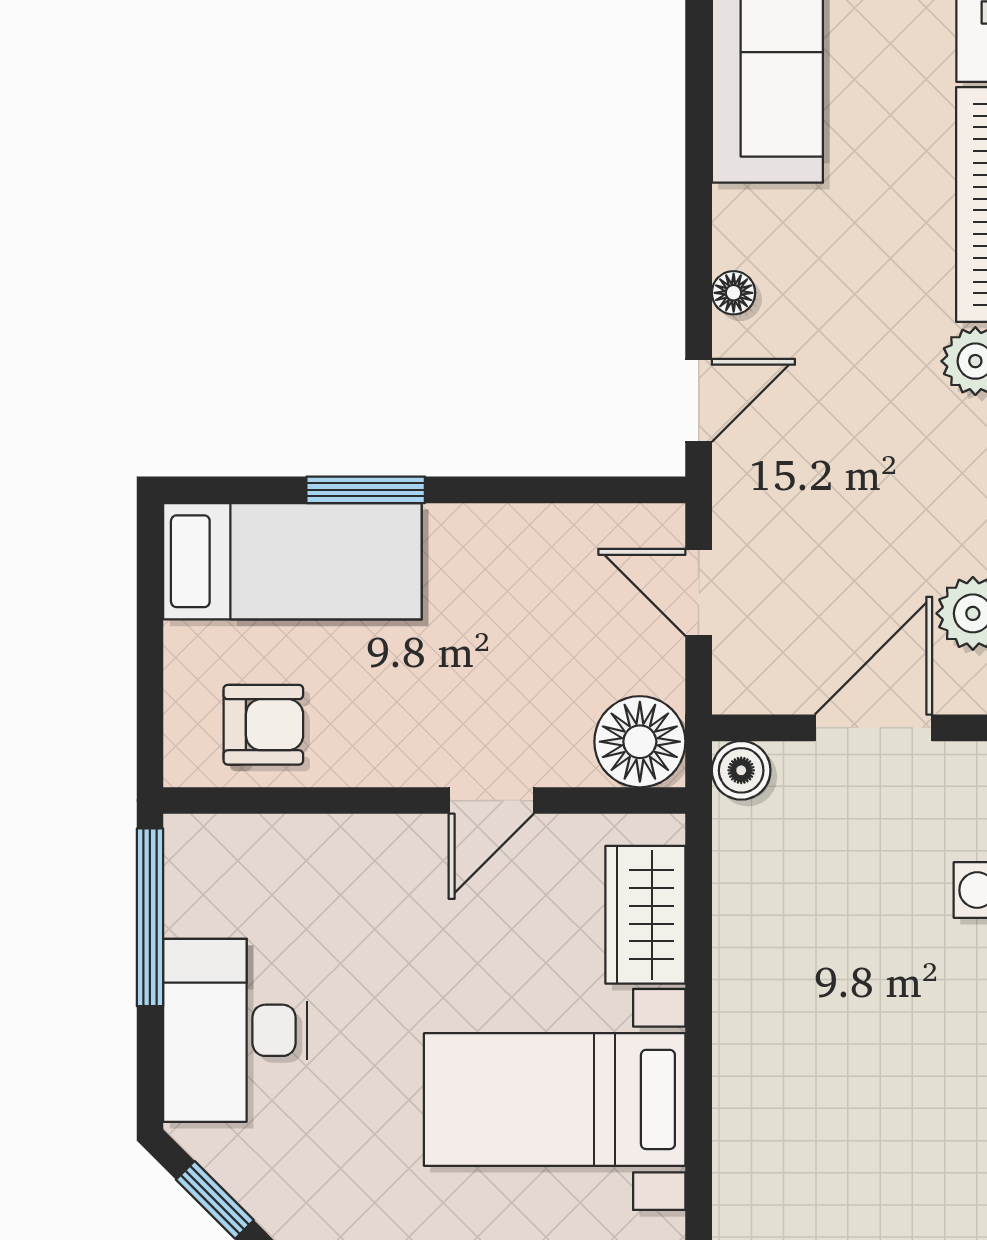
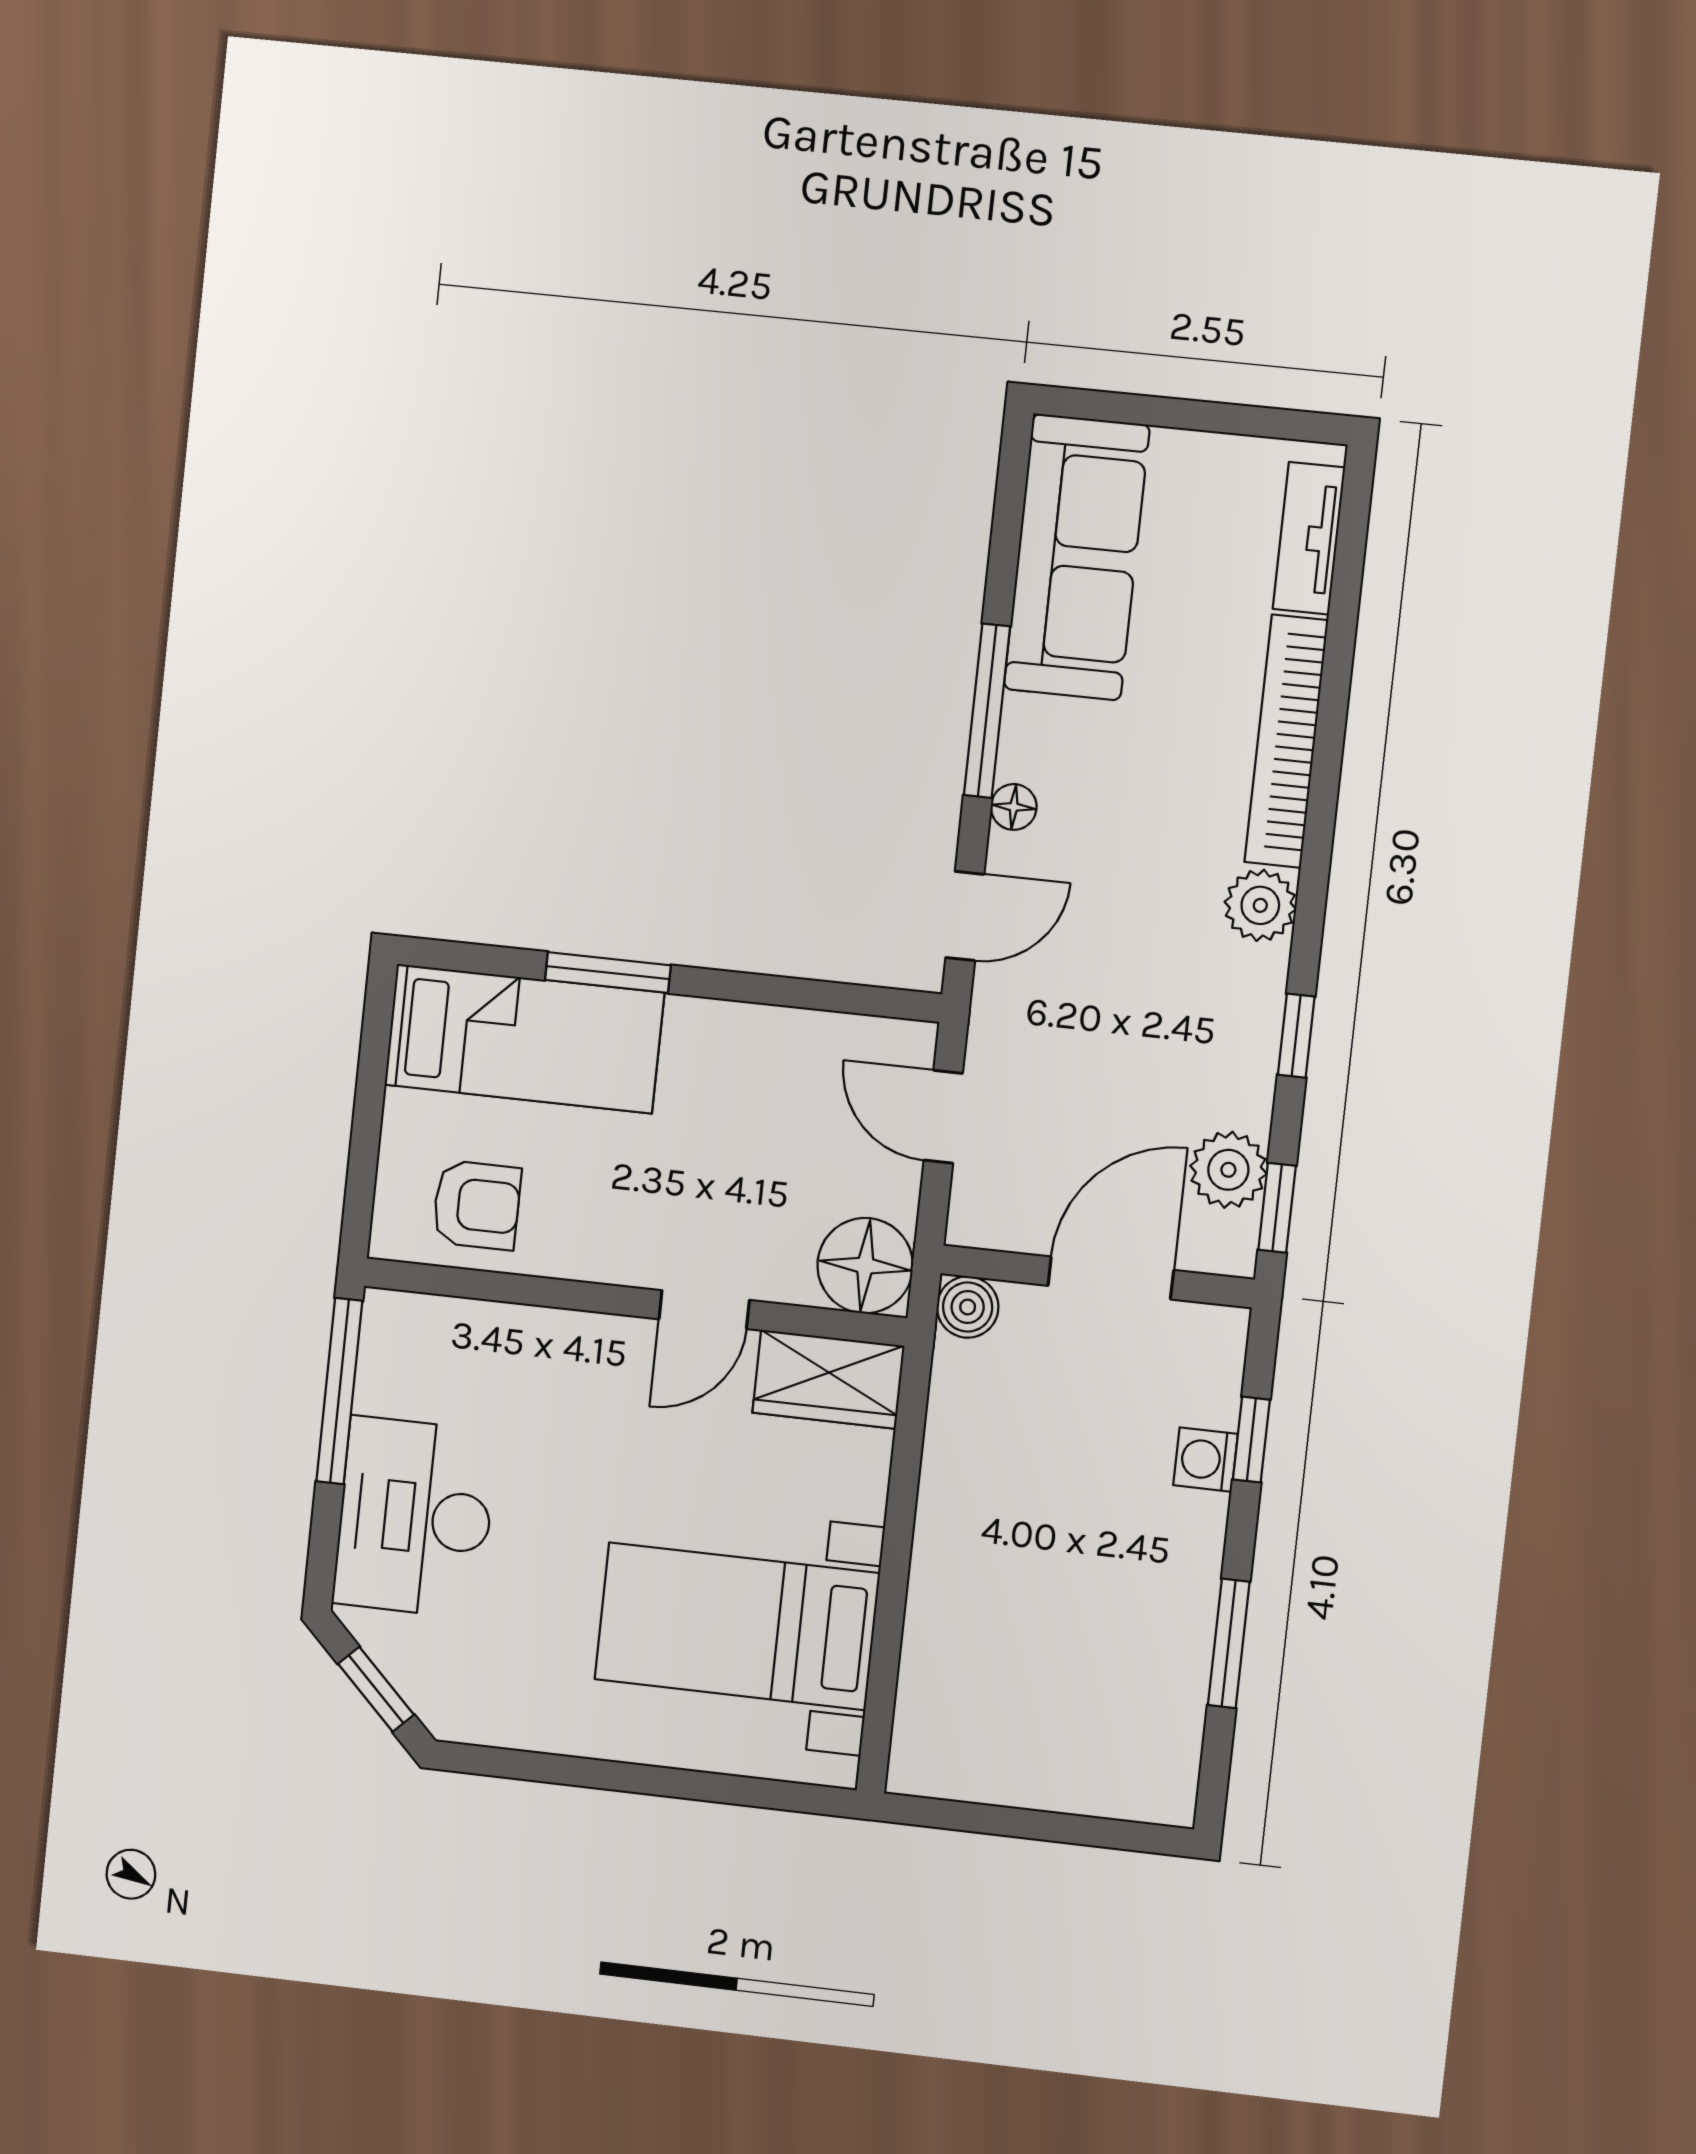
window: (699, 205) -> (987, 711), added
wardrobe: (645, 915) -> (828, 1379), moved, turned -90

